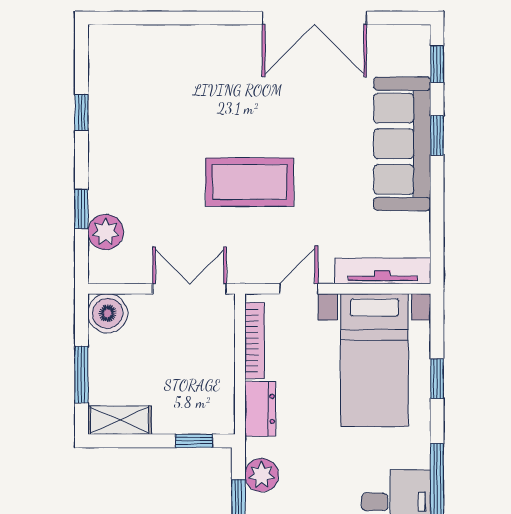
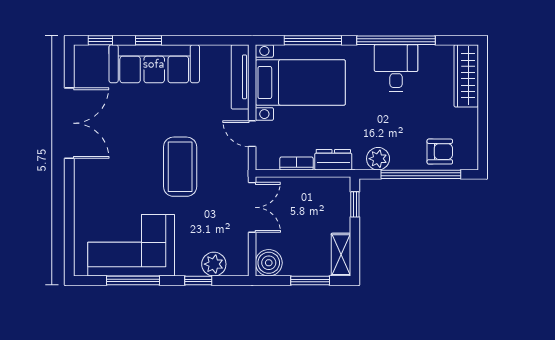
corner sofa: (133, 110) -> (131, 245), added
window: (81, 112) -> (133, 280), width x2.17
double door: (189, 289) -> (252, 207), swing flipped
bookcase: (255, 341) -> (297, 163), width x0.64
window: (437, 379) -> (313, 40), width x2.17

